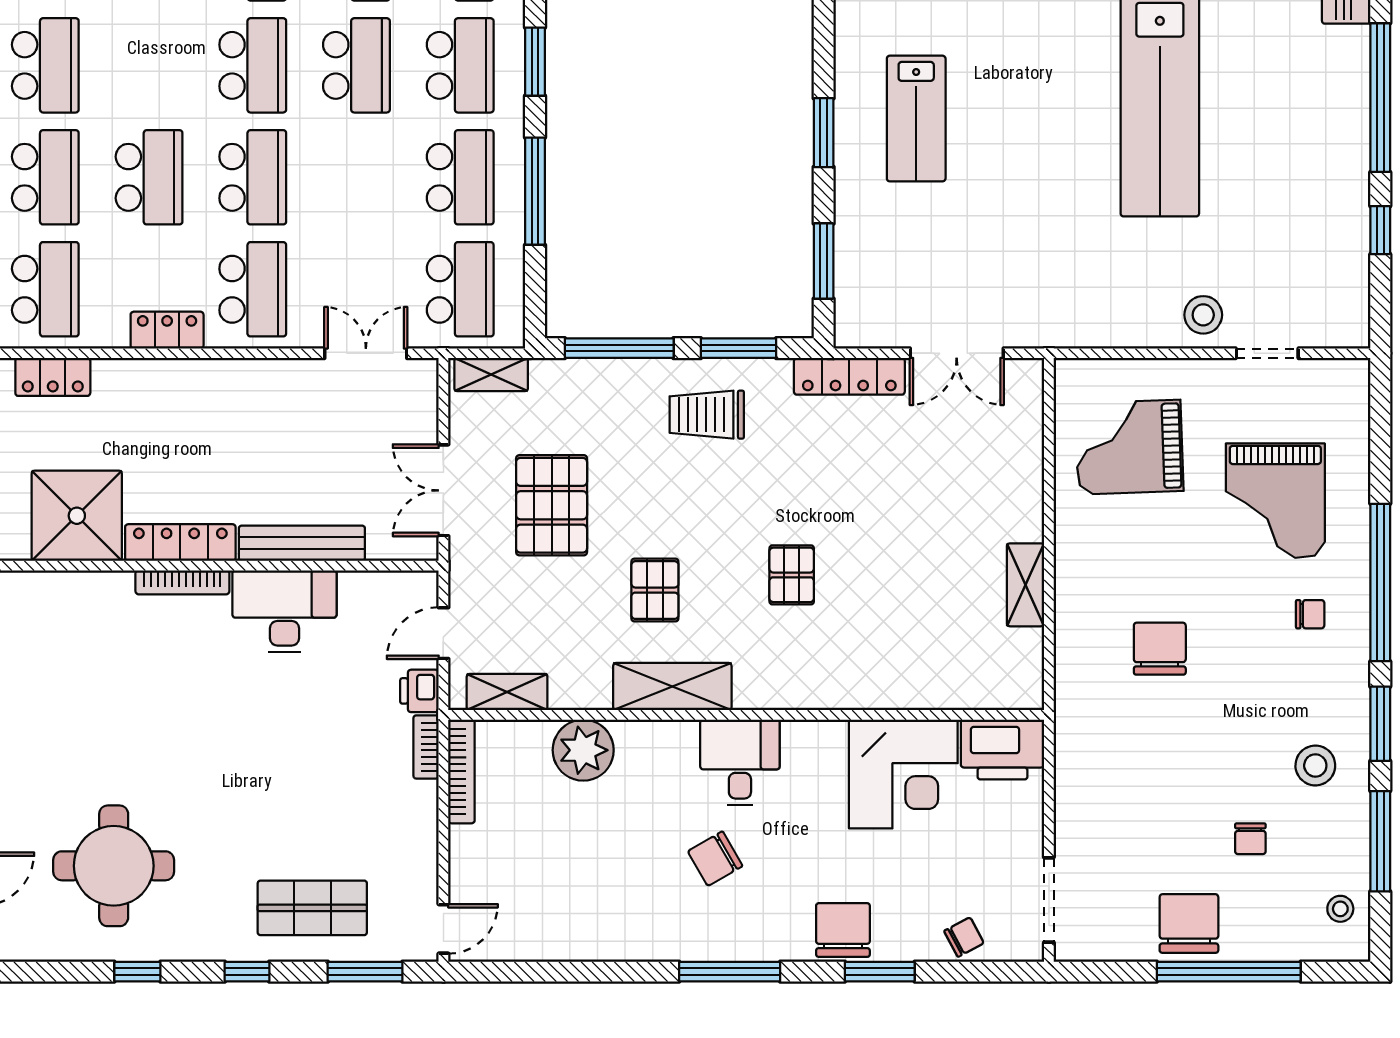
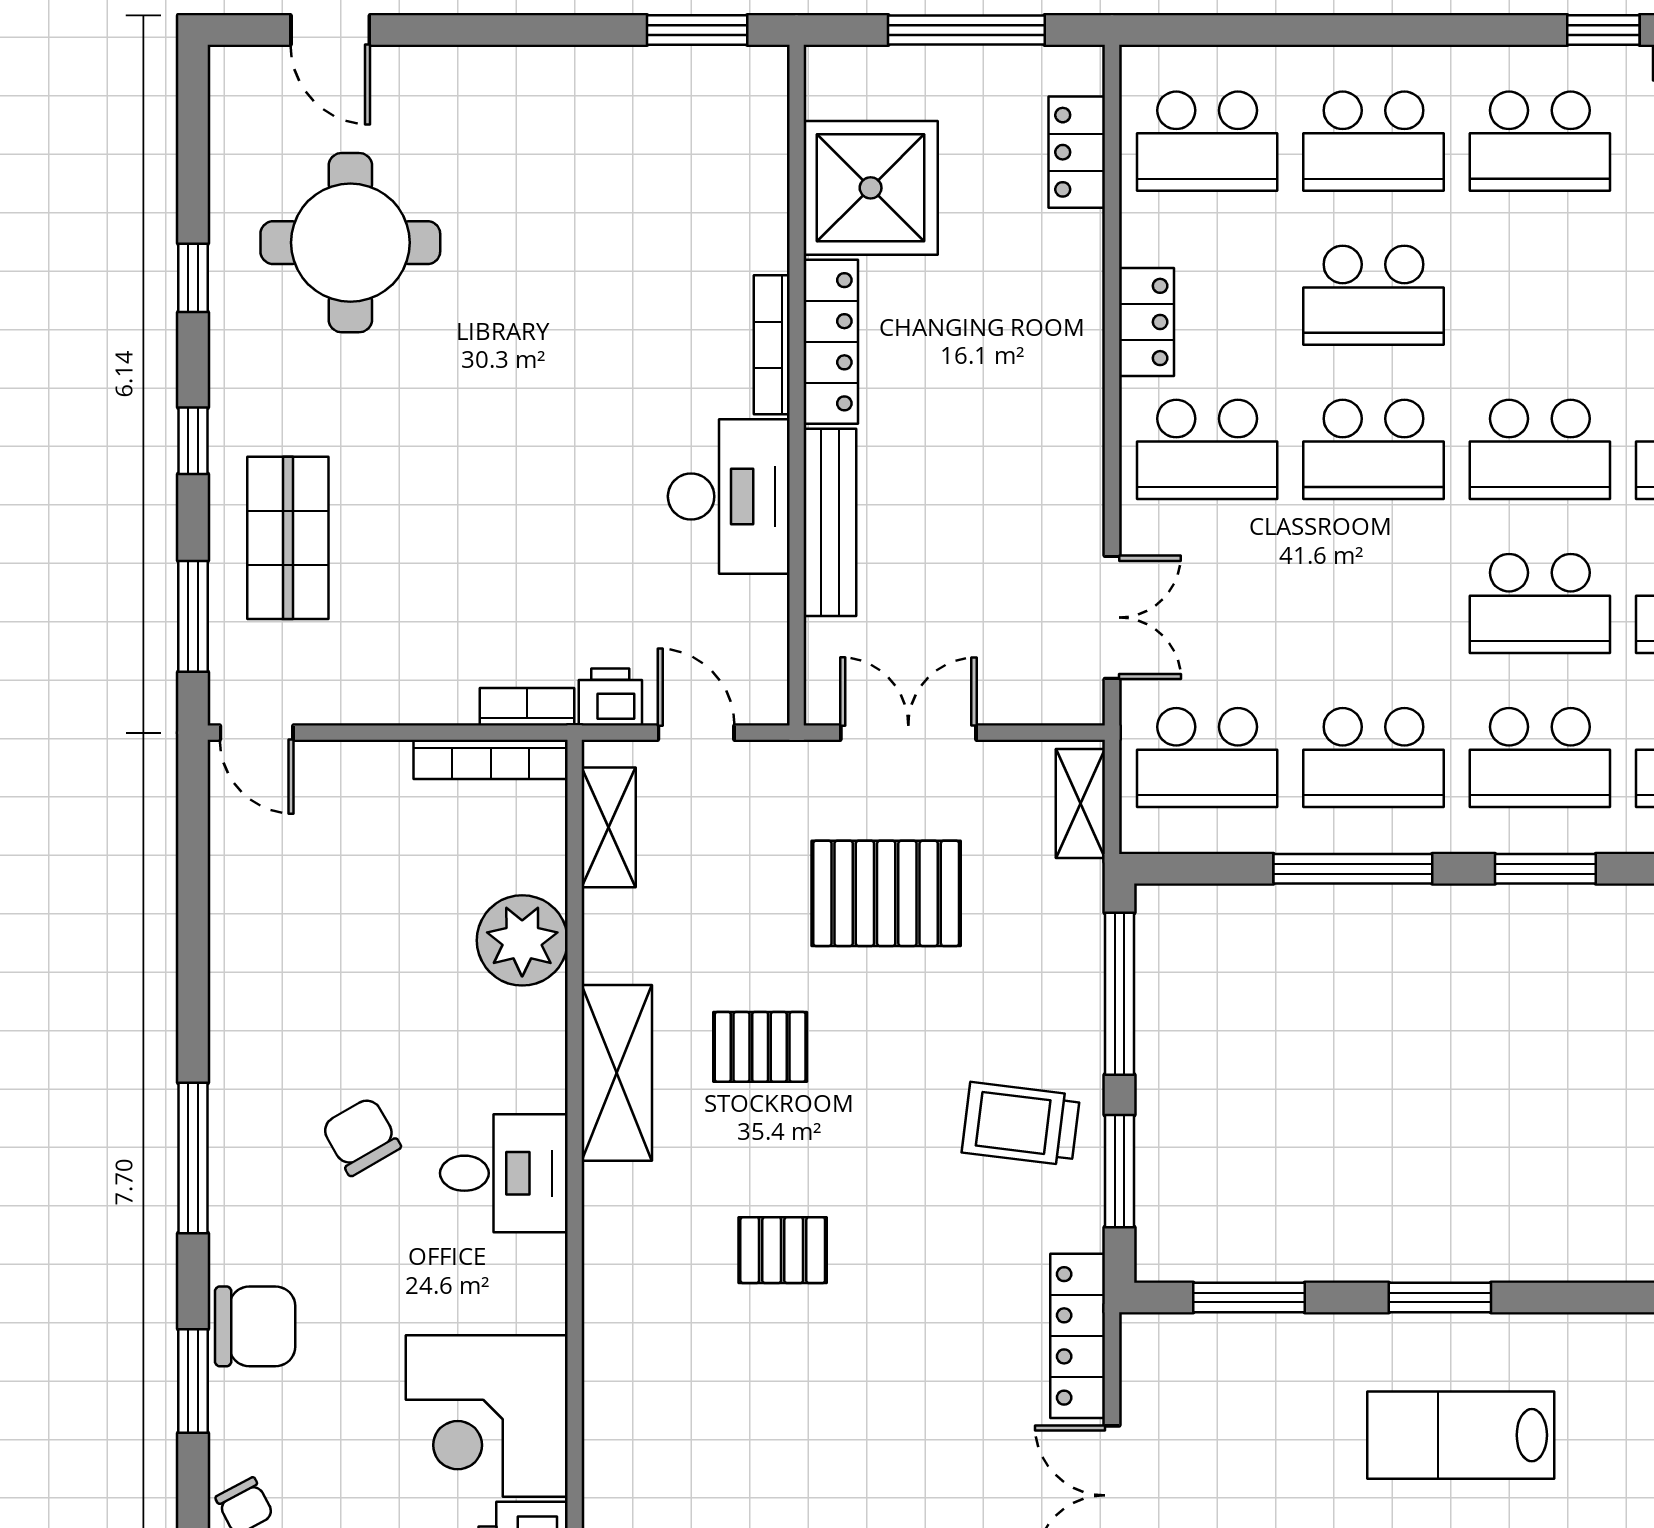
trolley: (707, 415) -> (1021, 1124), turned -83

